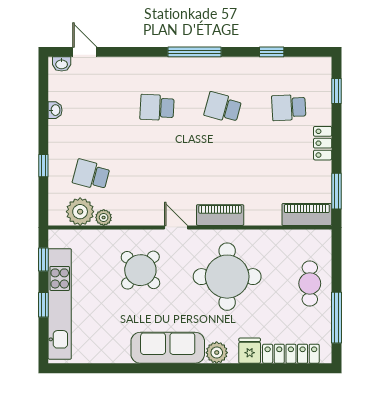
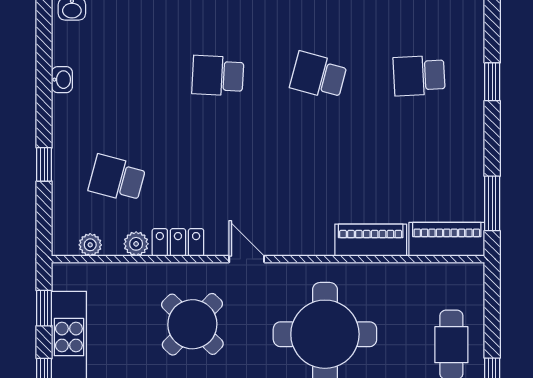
window: (336, 91) -> (492, 82), moved
locker: (323, 143) -> (178, 242), moved, turned 90
plant: (80, 212) -> (90, 245), width x0.53, depth x0.53
piano: (220, 215) -> (371, 240), moved

